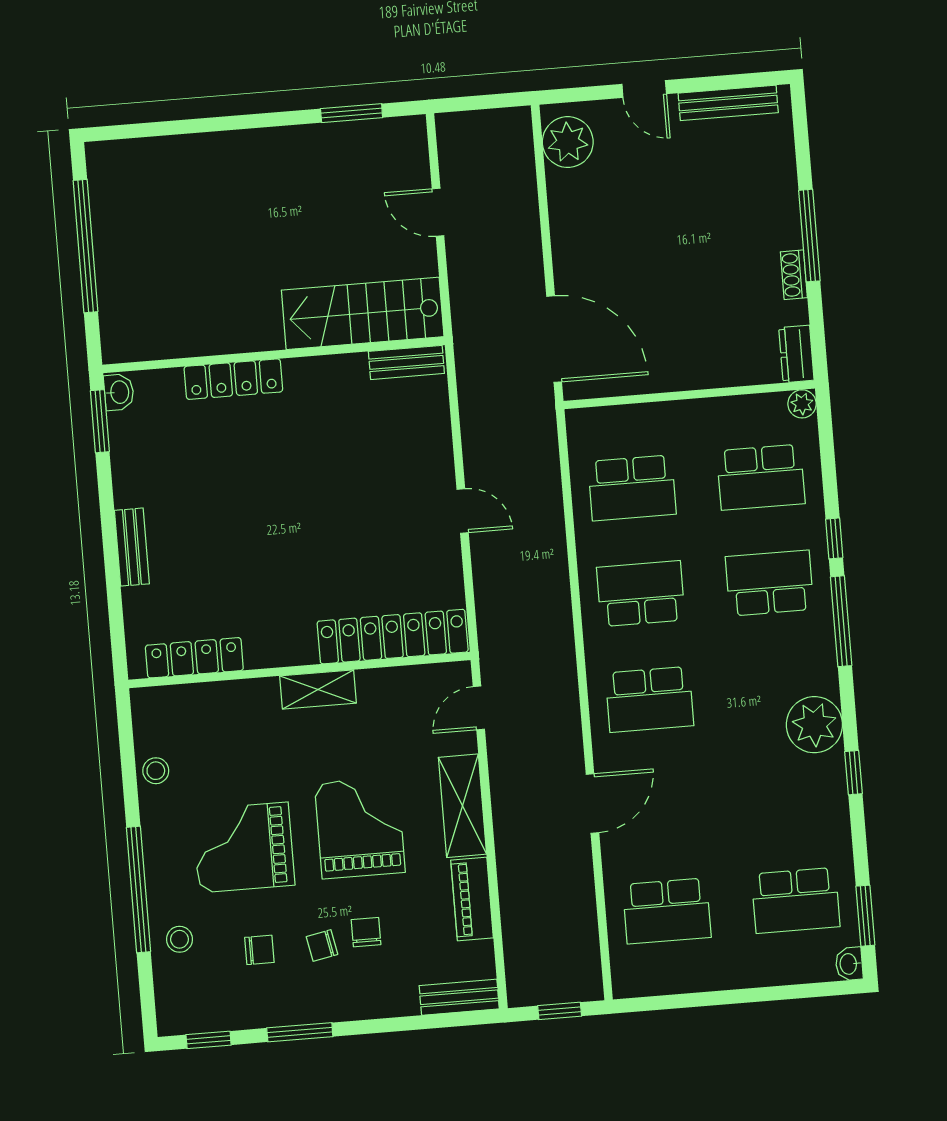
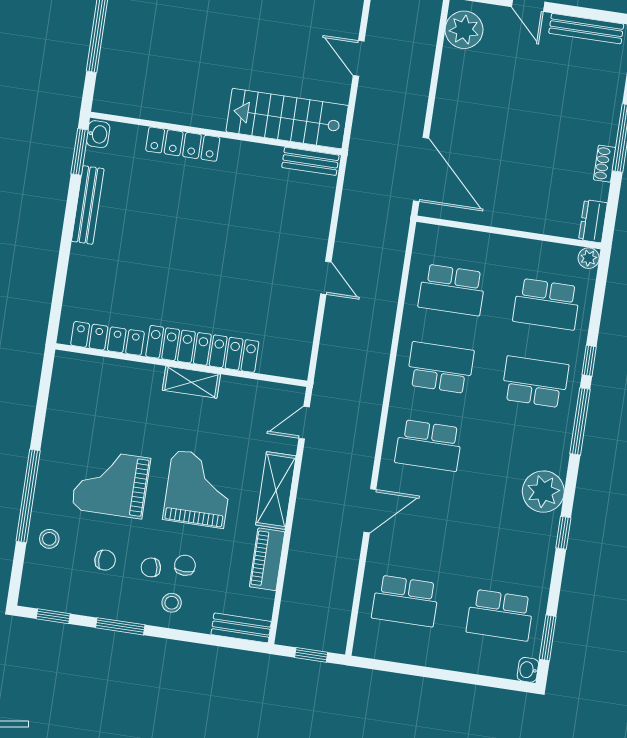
bench: (132, 547) -> (88, 205), moved, width x1.36
locker: (393, 637) -> (202, 349), moved
stool: (156, 771) -> (172, 603), moved

